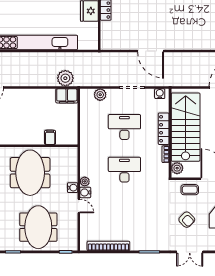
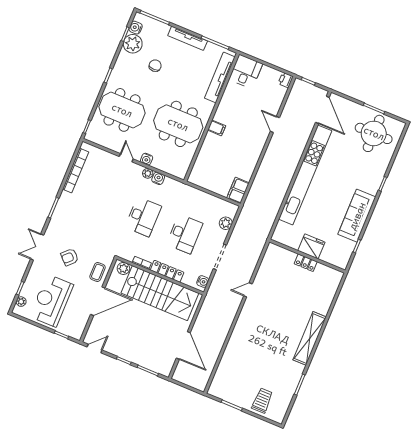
door: (151, 51) -> (248, 290), width x0.53
plant: (65, 78) -> (256, 196), removed
filing cabinet: (50, 137) -> (217, 128), moved
water cooler: (85, 192) -> (158, 178), moved
door: (79, 206) -> (126, 158), swing flipped

